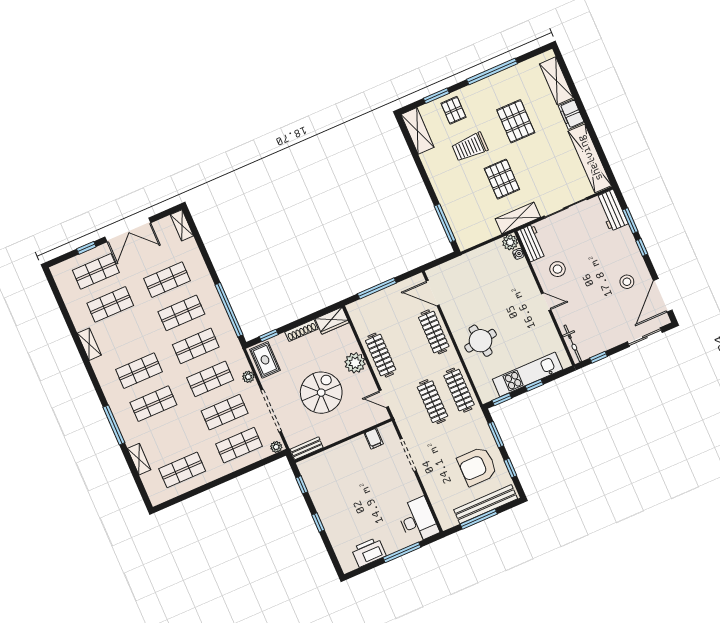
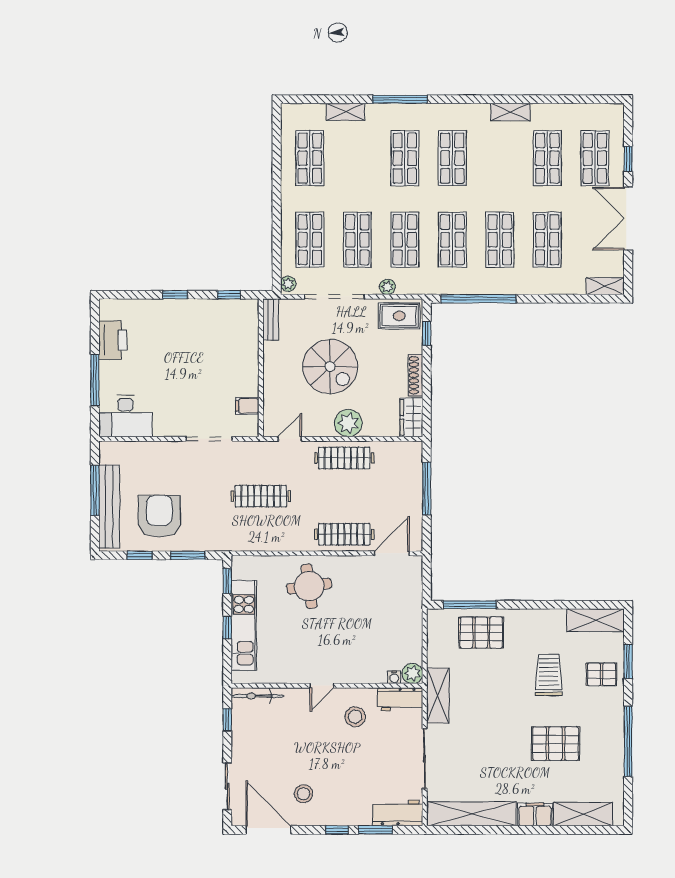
pallet: (502, 179) -> (481, 633), moved
clothes rail: (459, 390) -> (261, 534), removed

